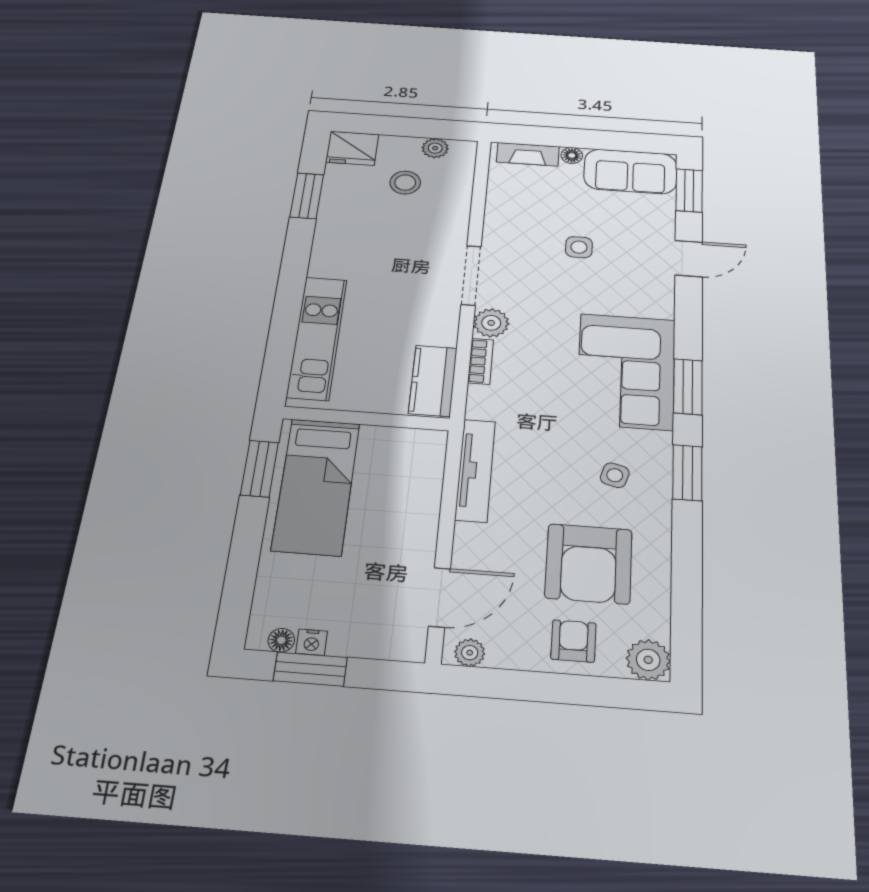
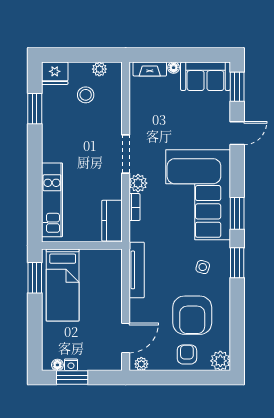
side table: (579, 247) -> (180, 131), removed
corner sofa: (626, 371) -> (198, 195), width x1.36, depth x1.36

